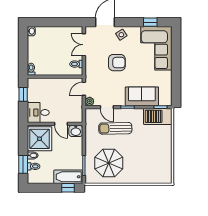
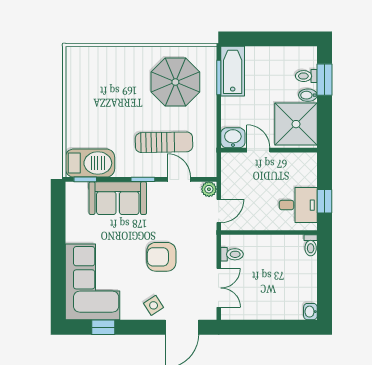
desk: (38, 112) -> (298, 205), moved
bathtub: (68, 177) -> (233, 71), moved, turned -90
window: (68, 188) -> (246, 39), removed

